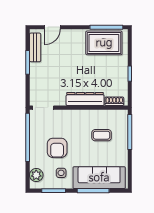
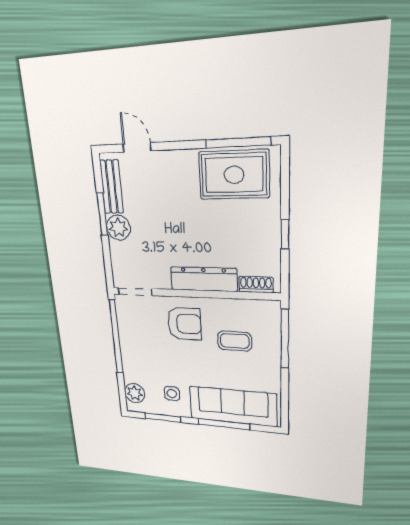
door: (52, 27) -> (137, 147), swing flipped
plant: (37, 70) -> (118, 228), added
armchair: (57, 148) -> (184, 324), moved, turned -90

